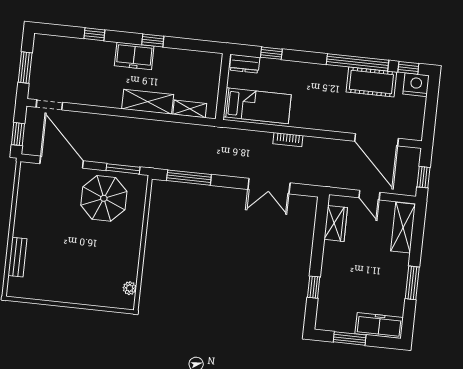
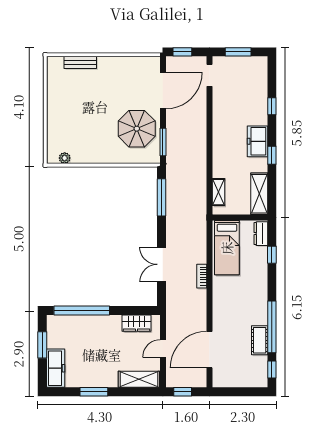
cot: (371, 82) -> (260, 340), width x0.73, depth x0.75
nightstand: (416, 85) -> (259, 377), removed
shelving: (148, 102) -> (259, 194), moved
window: (314, 287) -> (82, 310), width x3.17

